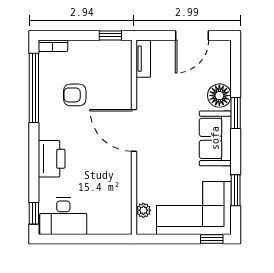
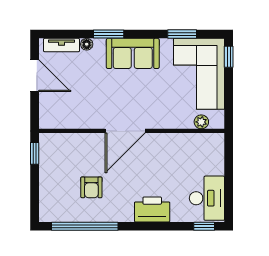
bookcase: (53, 46) -> (44, 208), removed
tv unit: (143, 59) -> (62, 45), moved, turned 180
floor lamp: (219, 96) -> (87, 44), width x0.53, depth x0.53

